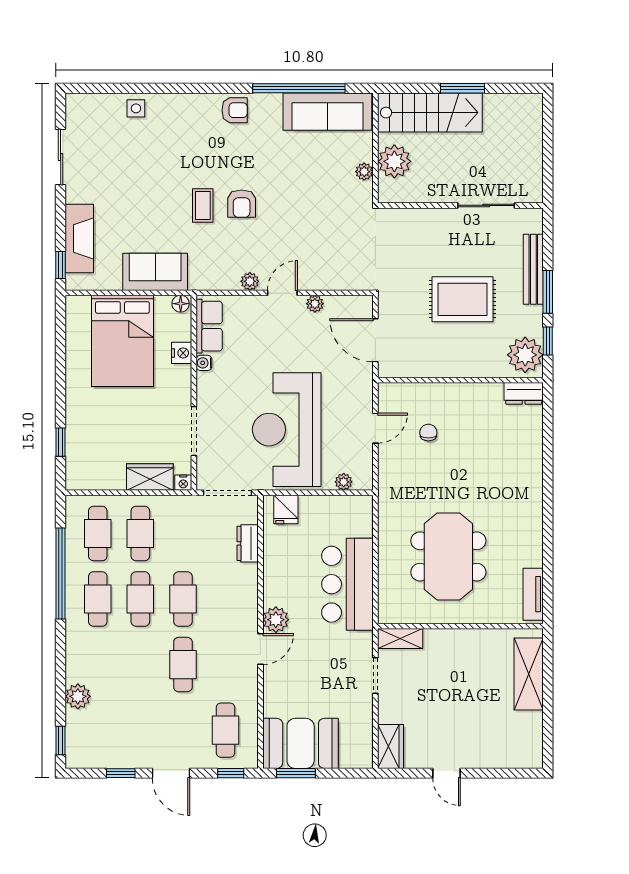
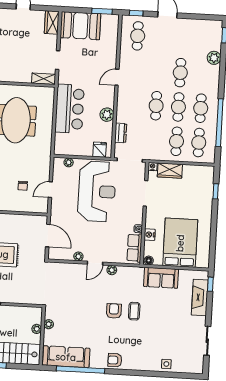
plant: (394, 161) -> (37, 329), width x0.53, depth x0.53
plant: (276, 620) -> (107, 115), moved
cafe table: (183, 665) -> (180, 73), moved
booth: (301, 743) -> (80, 26), moved
window: (121, 773) -> (194, 16), removed

